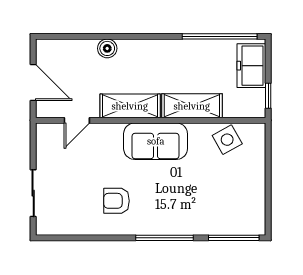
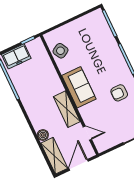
shelving: (192, 106) -> (54, 156), moved
armchair: (116, 201) -> (119, 93), turned 90

